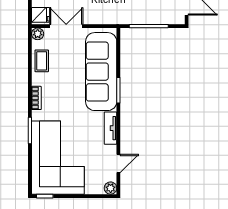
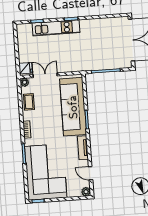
door: (118, 164) -> (91, 173), swing flipped

